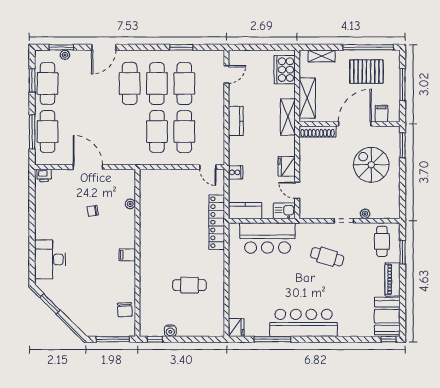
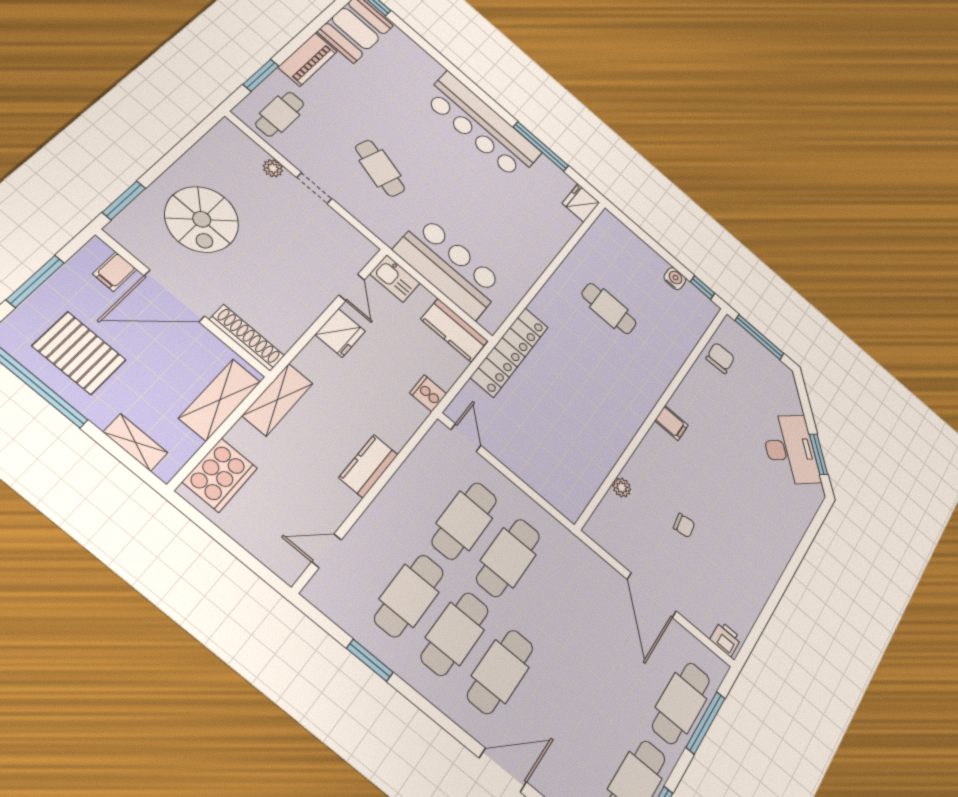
desk: (50, 259) -> (790, 450), moved, turned -45

